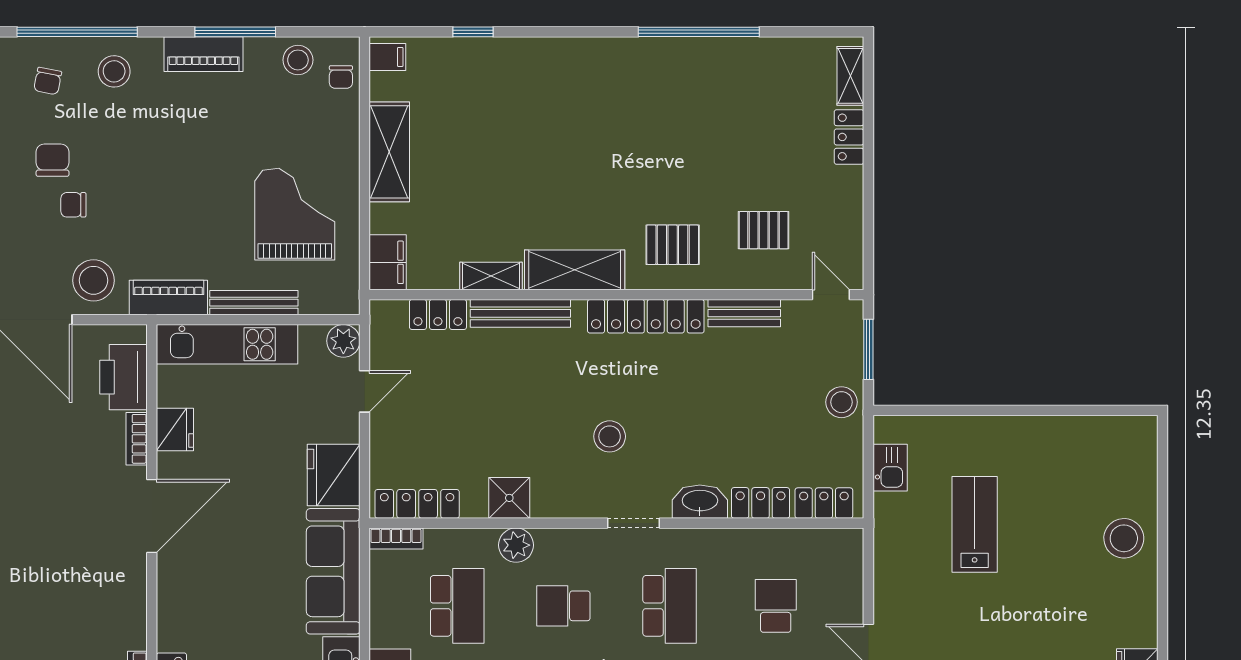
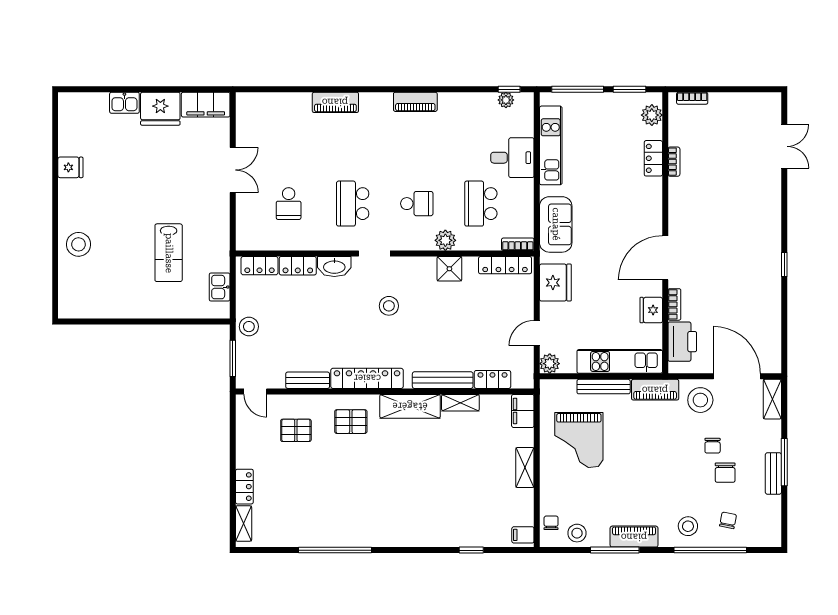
shelving: (389, 152) -> (525, 468), width x0.67, depth x0.75
chair: (73, 205) -> (713, 446), turned 90
sofa: (333, 571) -> (556, 224), width x0.73

